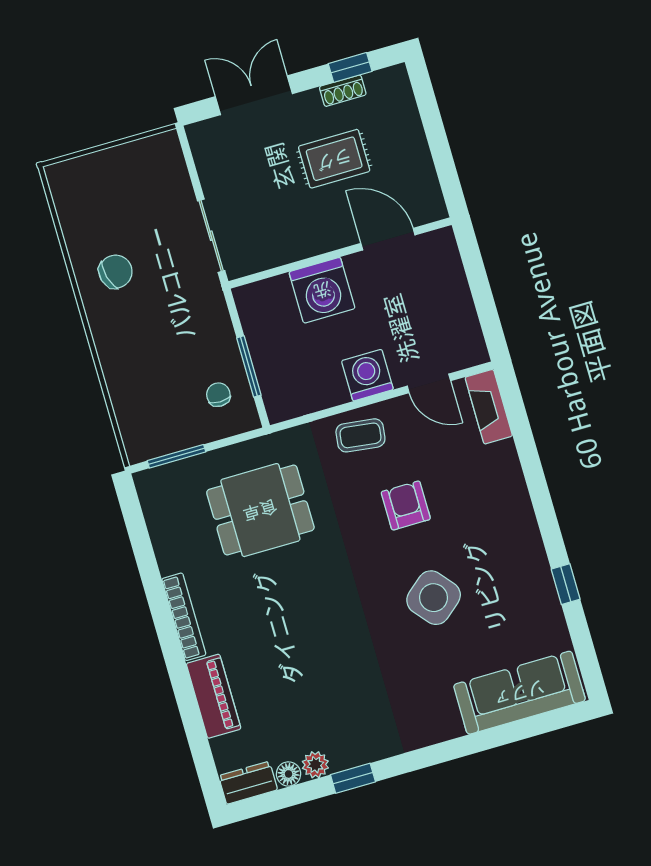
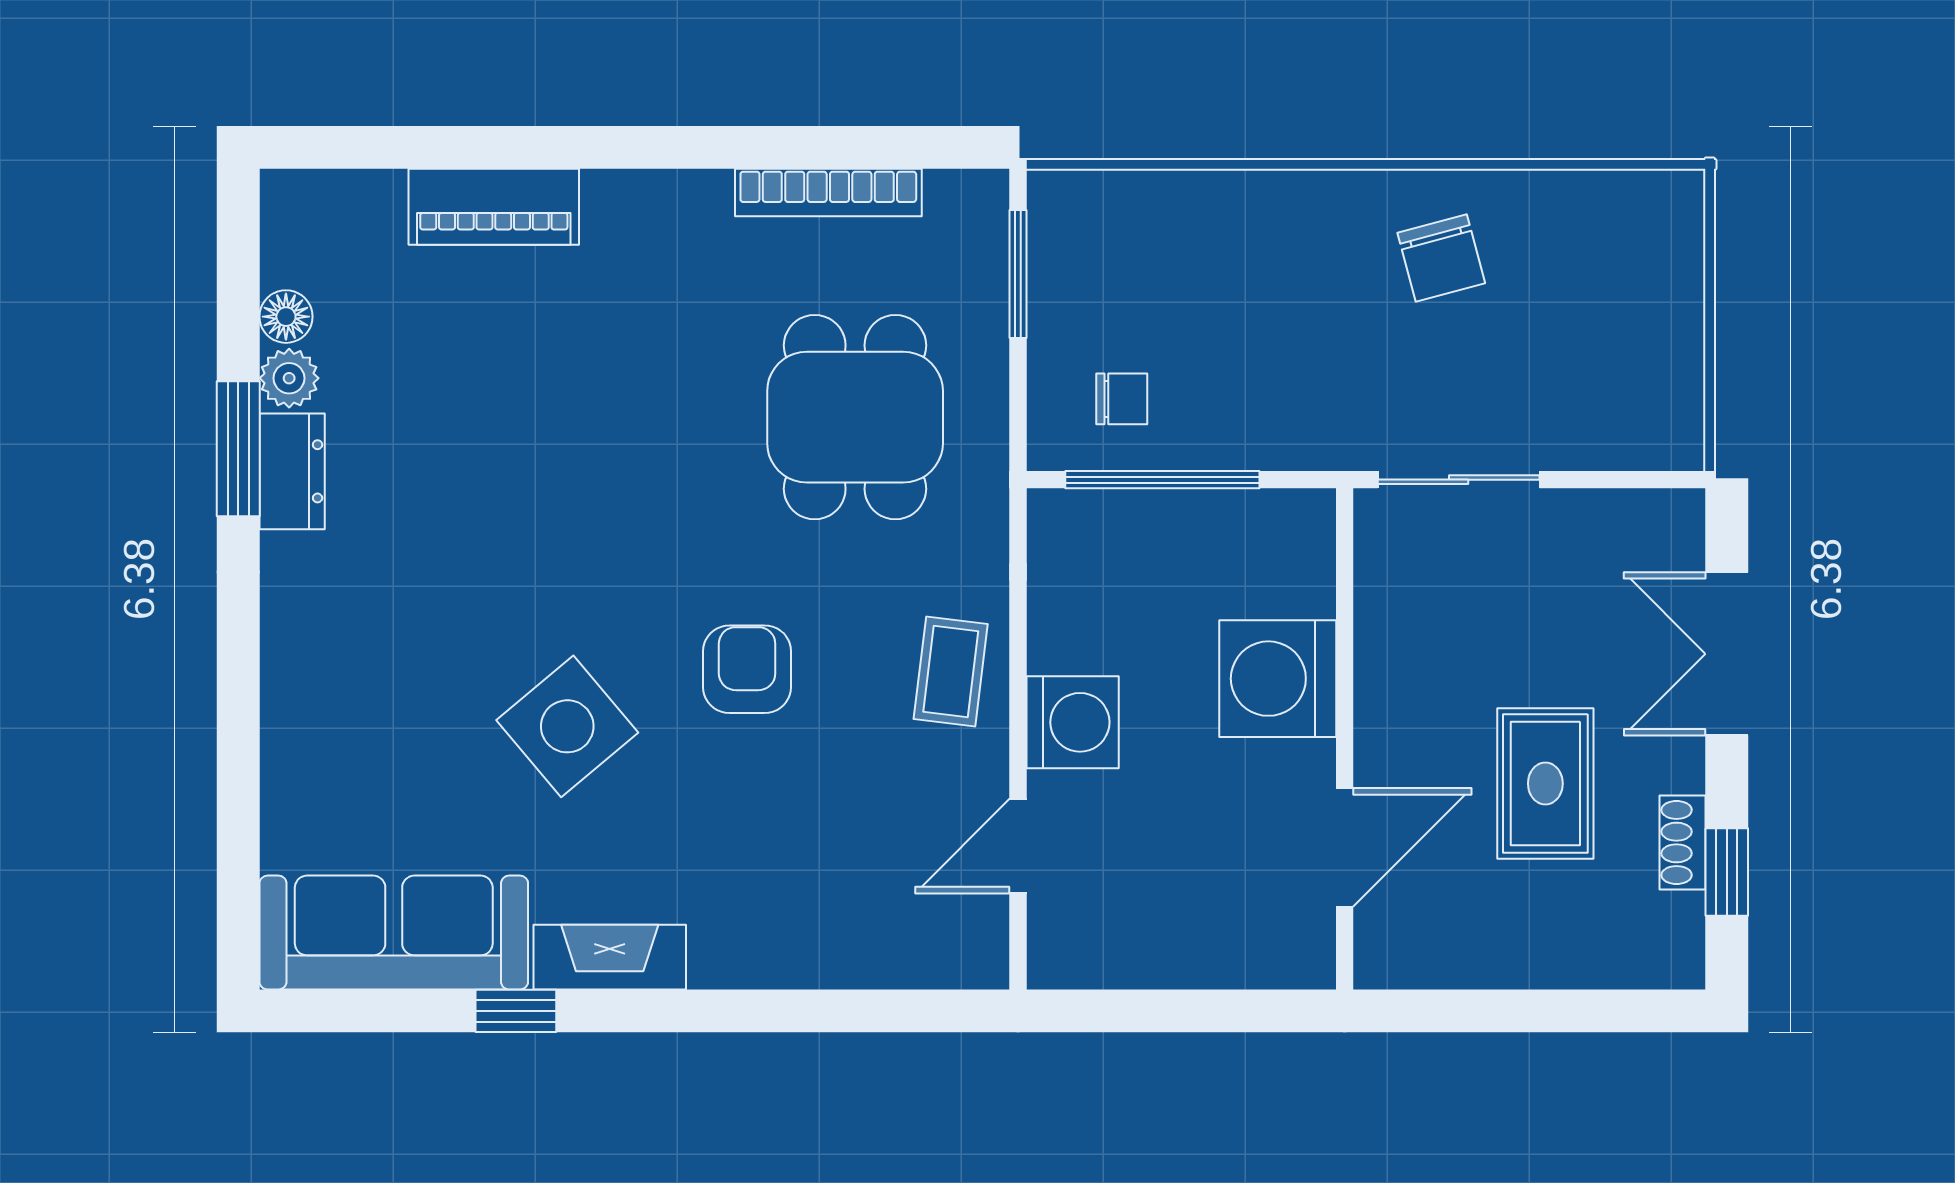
double door: (254, 95) -> (1727, 654), swing flipped
window: (249, 366) -> (1162, 480), width x1.44
fireplace: (489, 407) -> (610, 957), moved
armchair: (406, 505) -> (747, 669), moved, turned -90
bookcase: (184, 617) -> (828, 193), moved
sofa: (519, 693) -> (394, 933), moved, turned -90
window: (353, 778) -> (238, 449), width x1.50
dresser: (248, 783) -> (292, 471), moved

